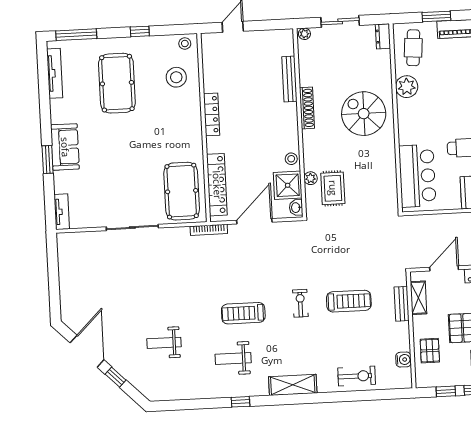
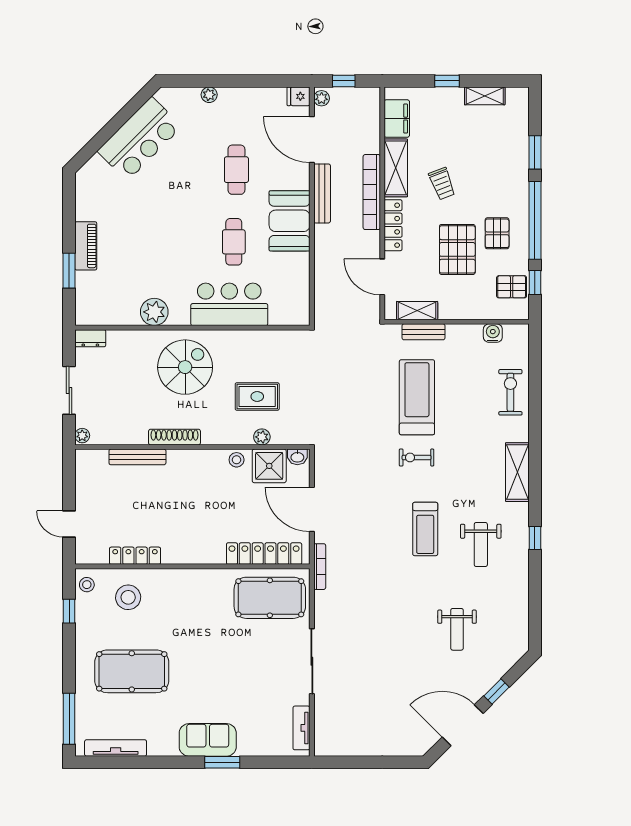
window: (140, 31) -> (69, 611), moved
cafe table: (413, 48) -> (106, 301), removed
locker: (212, 114) -> (135, 556), moved
spiral stairs: (364, 114) -> (185, 367), turned 180
bar counter: (417, 176) -> (229, 304), moved
rug: (333, 188) -> (257, 396), moved
tv unit: (62, 212) -> (301, 728), moved, turned -90
treadmill: (349, 301) -> (417, 397), width x1.37, depth x1.38
pallet: (430, 351) -> (512, 287), moved

